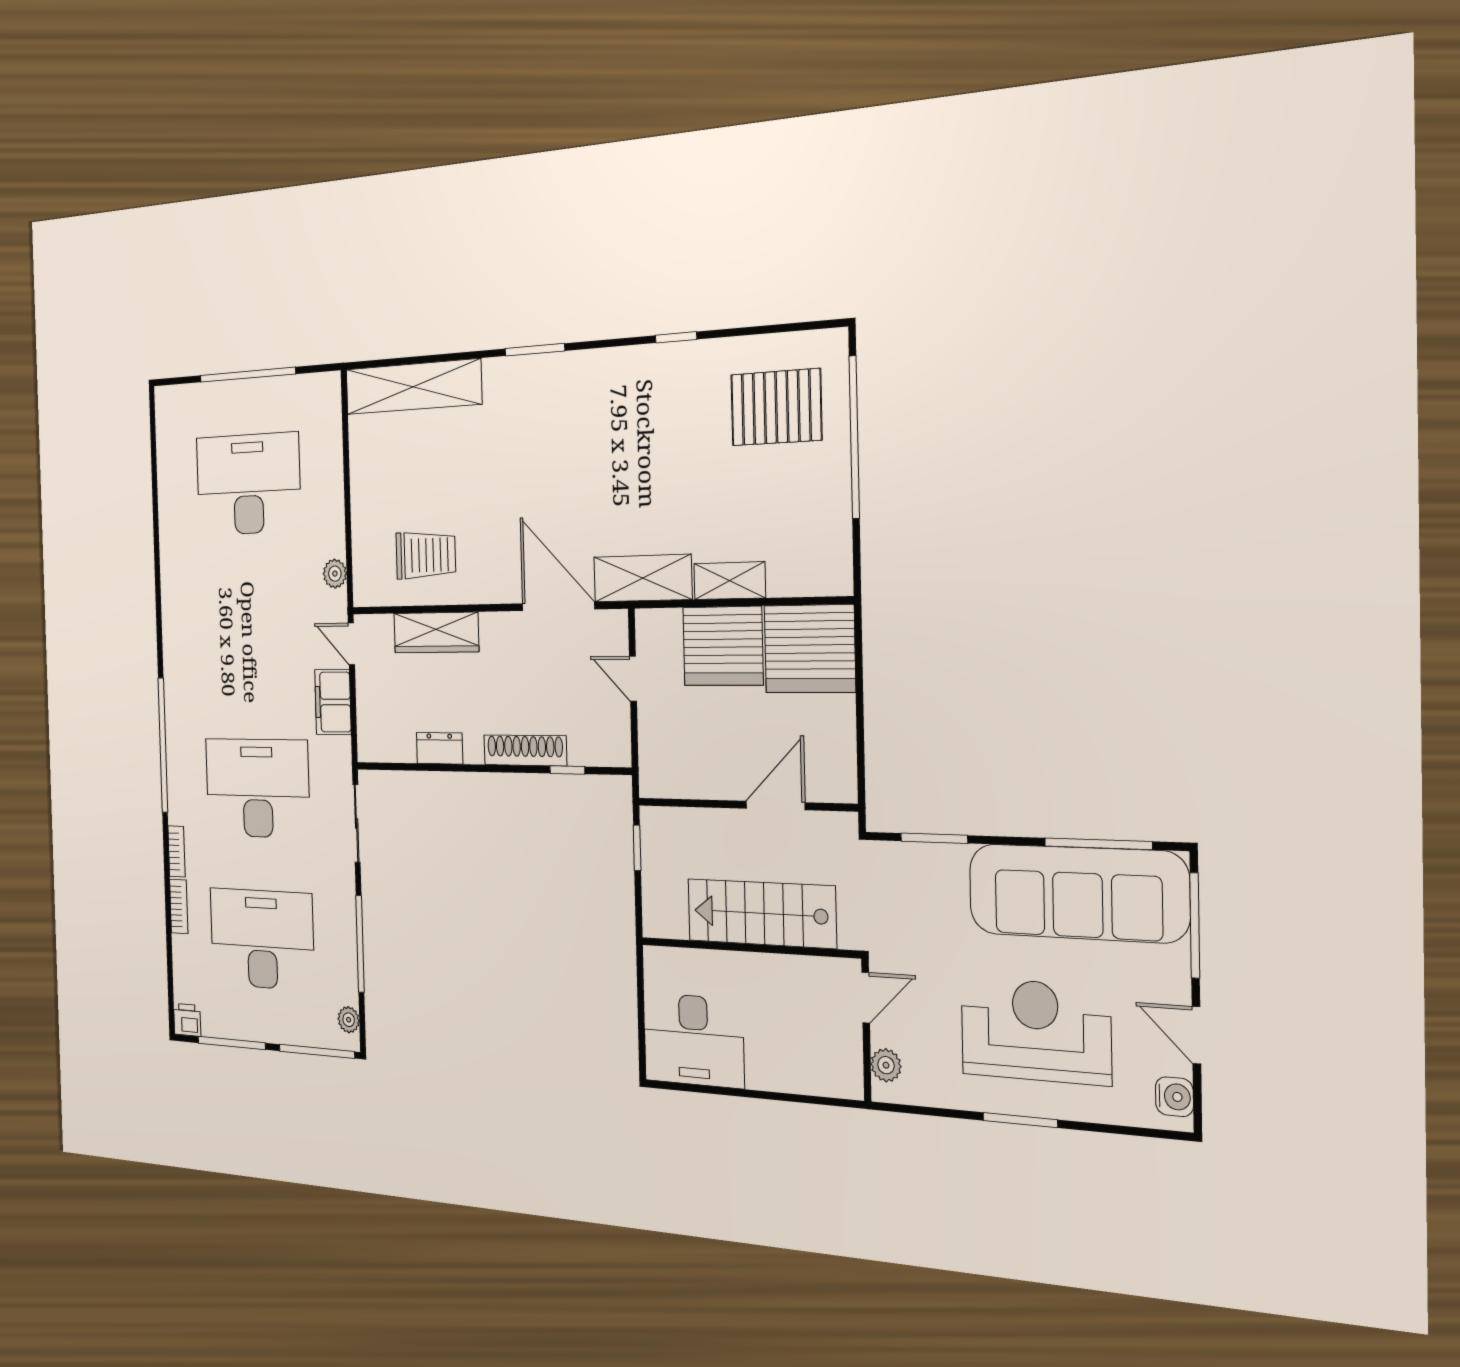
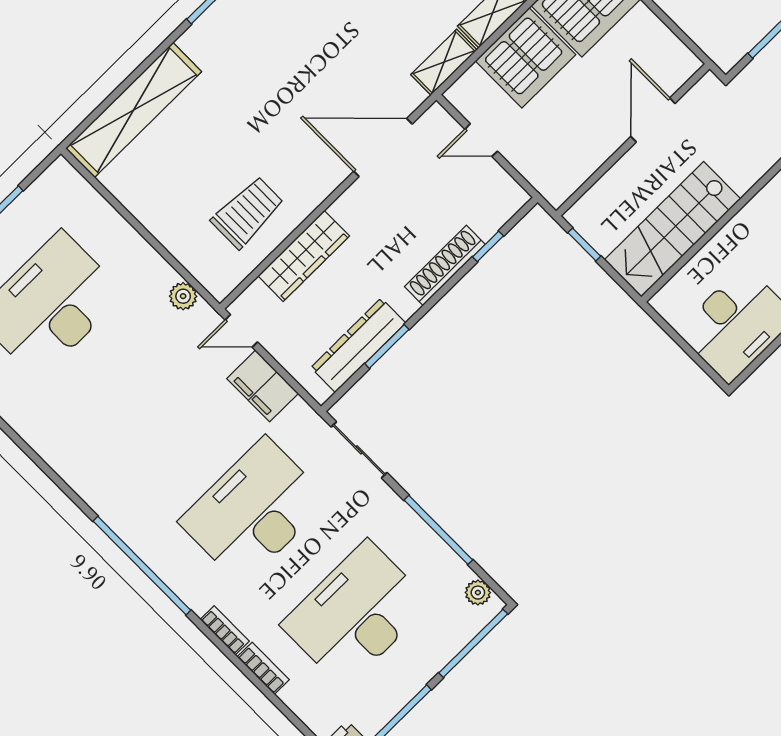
shelving: (643, 578) -> (444, 62), width x0.67, depth x0.75
dresser: (440, 748) -> (358, 345), width x1.96, depth x1.24
window: (436, 767) -> (387, 347), added
stairs: (761, 913) -> (672, 229), moved

